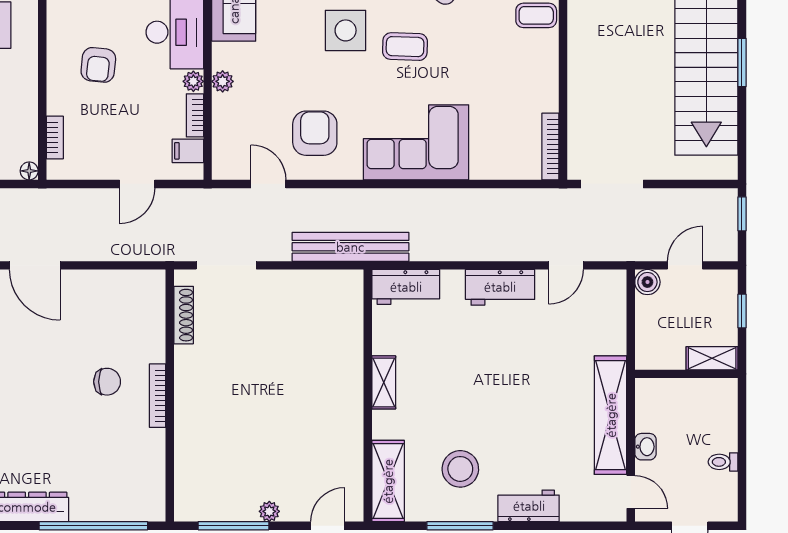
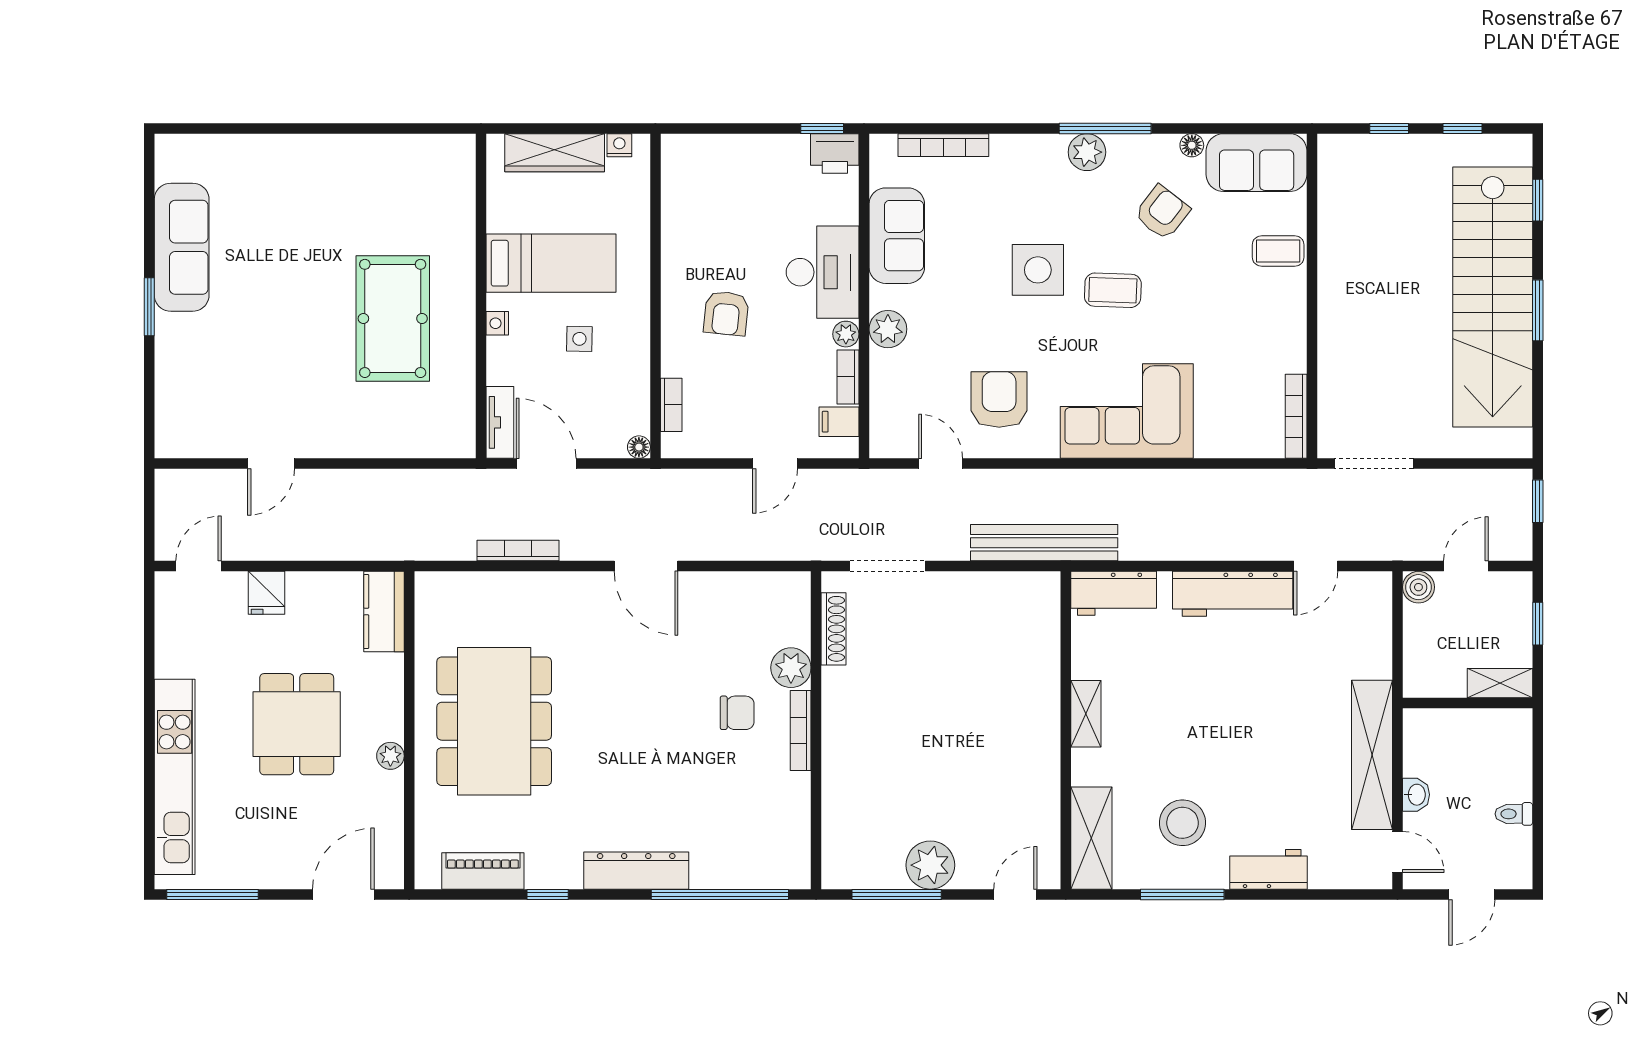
plant: (223, 81) -> (888, 329), width x1.38, depth x1.38
workbench: (500, 287) -> (1233, 594), width x1.38
plant: (150, 346) -> (791, 668), added
plant: (269, 511) -> (930, 865), width x1.88, depth x1.88

